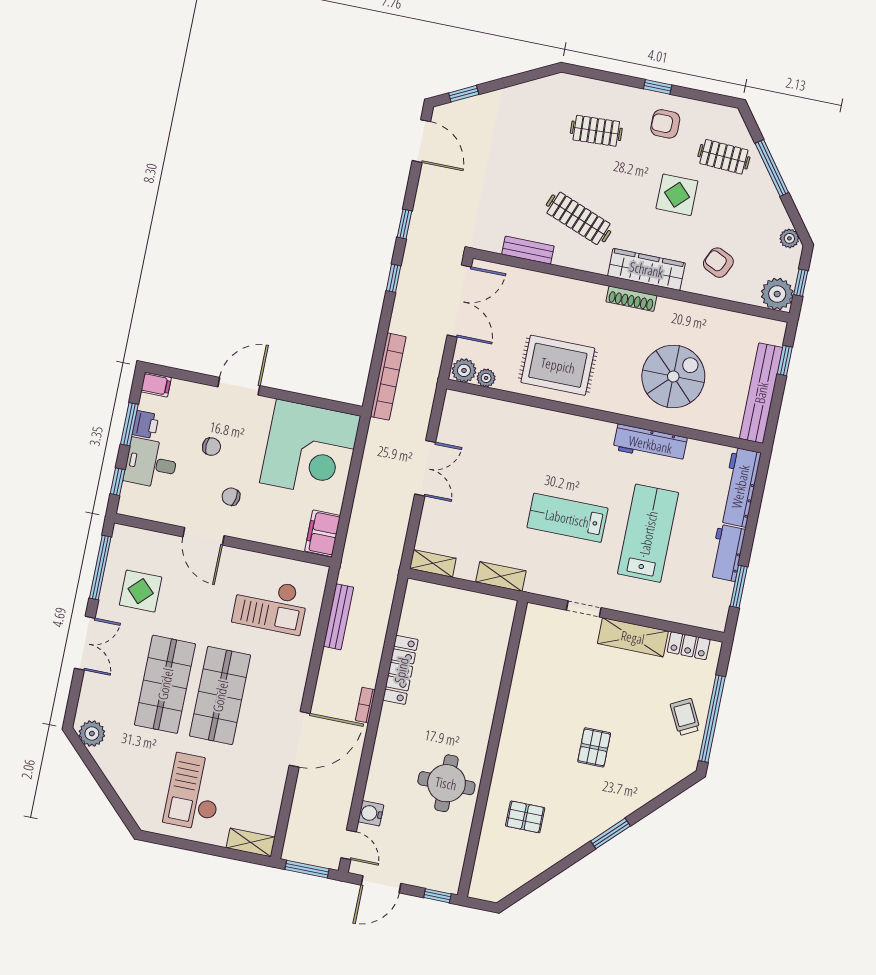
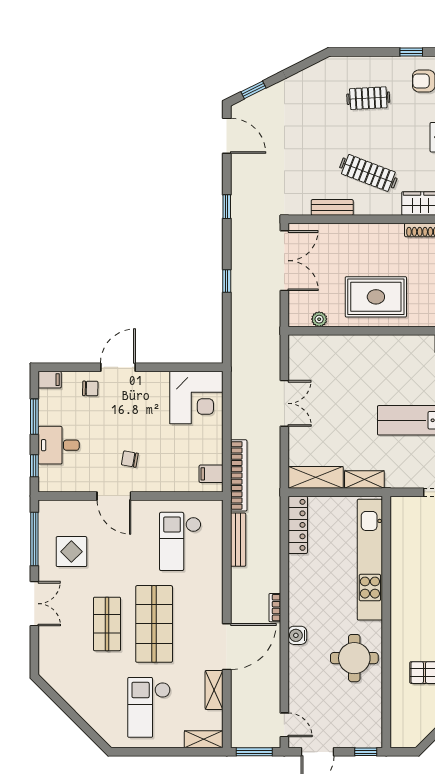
window: (394, 278) -> (227, 281), moved
plant: (464, 370) -> (300, 317), removed
bookcase: (388, 377) -> (239, 475), moved
printer: (146, 425) -> (48, 414), removed
chair: (211, 447) -> (90, 388), moved
corner desk: (310, 449) -> (196, 398), width x0.74, depth x0.74
filing cabinet: (323, 533) -> (211, 474), width x0.50
shelving: (433, 563) -> (316, 477), width x1.50, depth x1.33
checkout: (270, 605) -> (180, 541), turned 90
locker: (401, 670) -> (298, 525), moved
kitchen unit: (488, 672) -> (370, 560), added
shop shelf: (165, 684) -> (107, 624), width x0.70, depth x0.74
plant: (92, 733) -> (55, 676), removed
shelving: (275, 787) -> (214, 690), added
water cooler: (371, 813) -> (297, 635), moved

